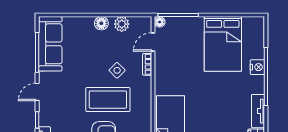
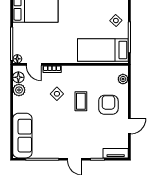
floor lamp: (101, 23) -> (18, 77), moved
sofa: (50, 44) -> (22, 136), moved, turned 90
coffee table: (108, 100) -> (81, 101), width x0.54, depth x0.58

